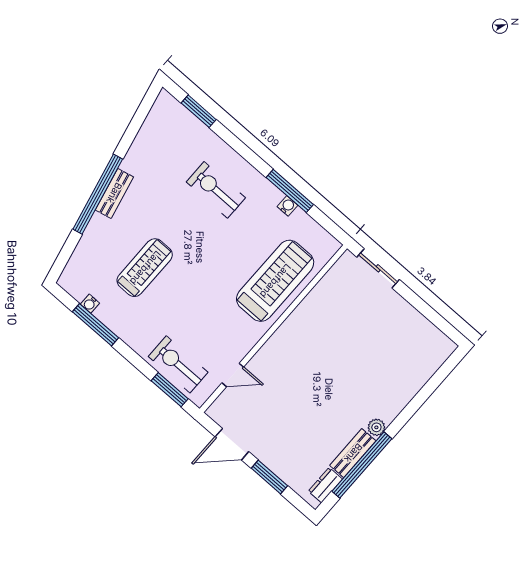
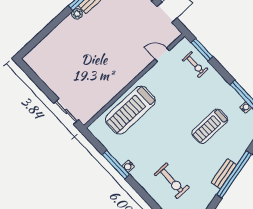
exercise bike: (216, 190) -> (172, 181), moved
water cooler: (287, 206) -> (128, 166), moved
exercise bike: (178, 364) -> (195, 65), width x0.73, depth x0.72

